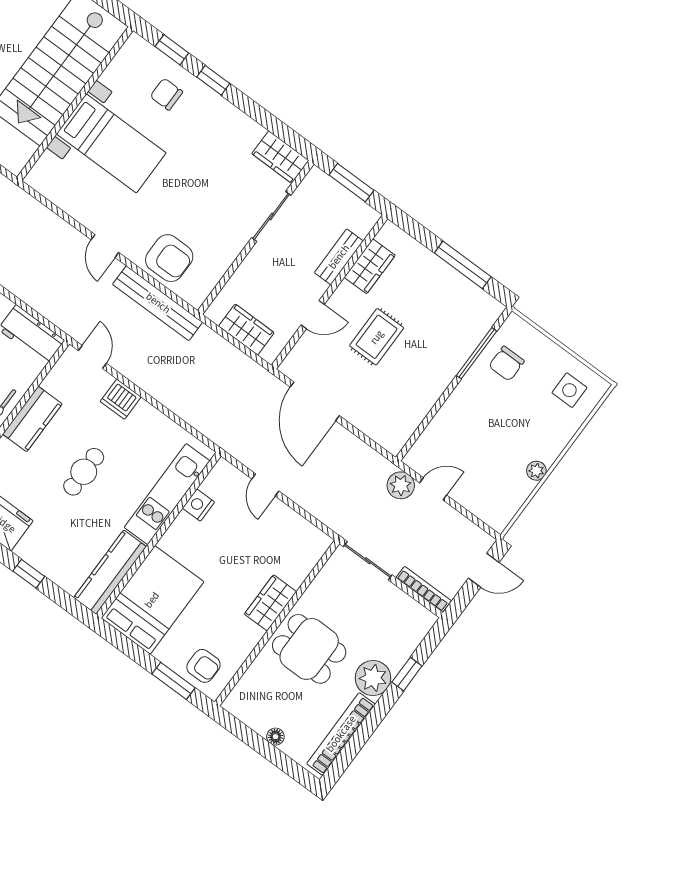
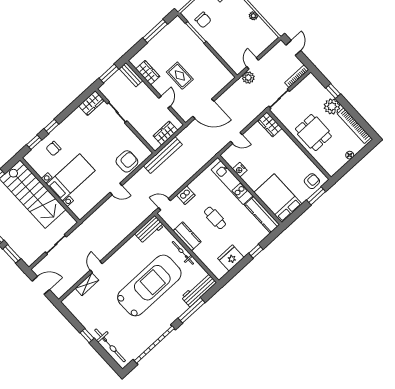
bench: (339, 257) -> (131, 75), moved
bench: (158, 303) -> (163, 155), moved
wardrobe: (270, 603) -> (270, 124), moved
dining table: (309, 649) -> (313, 133), turned 90

